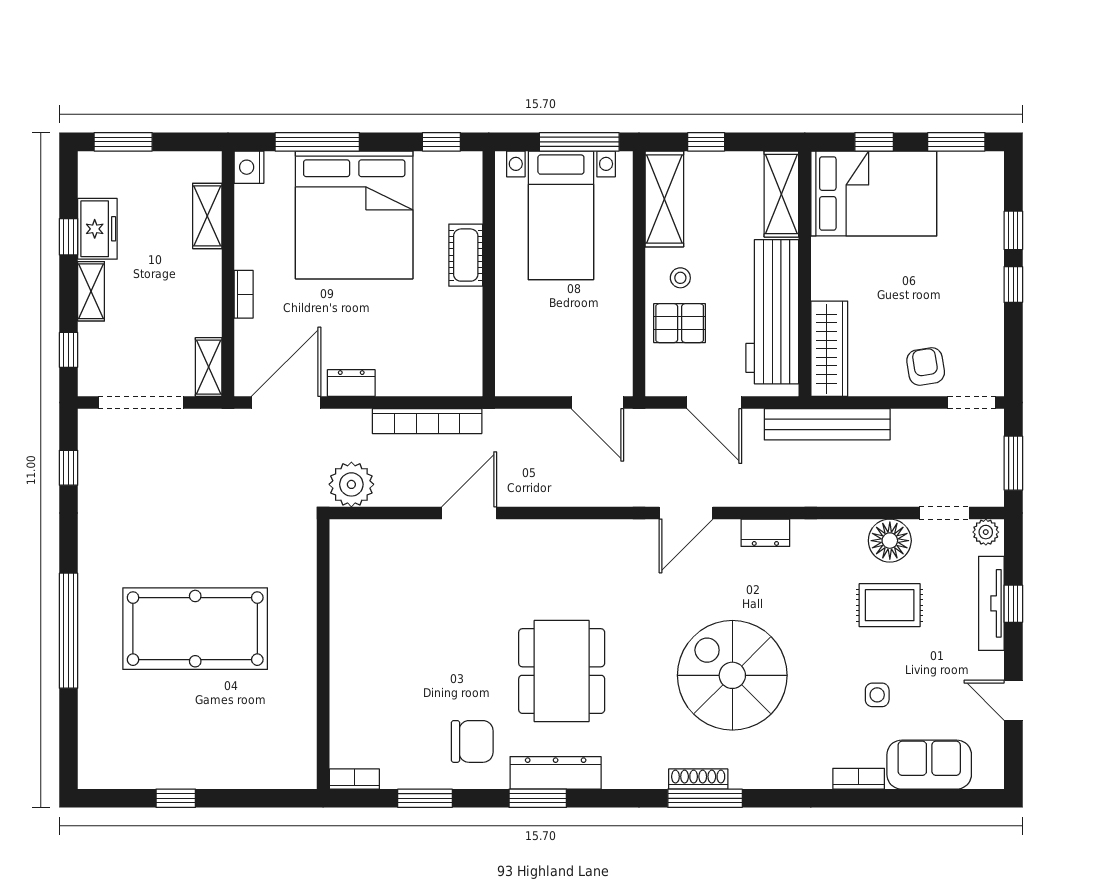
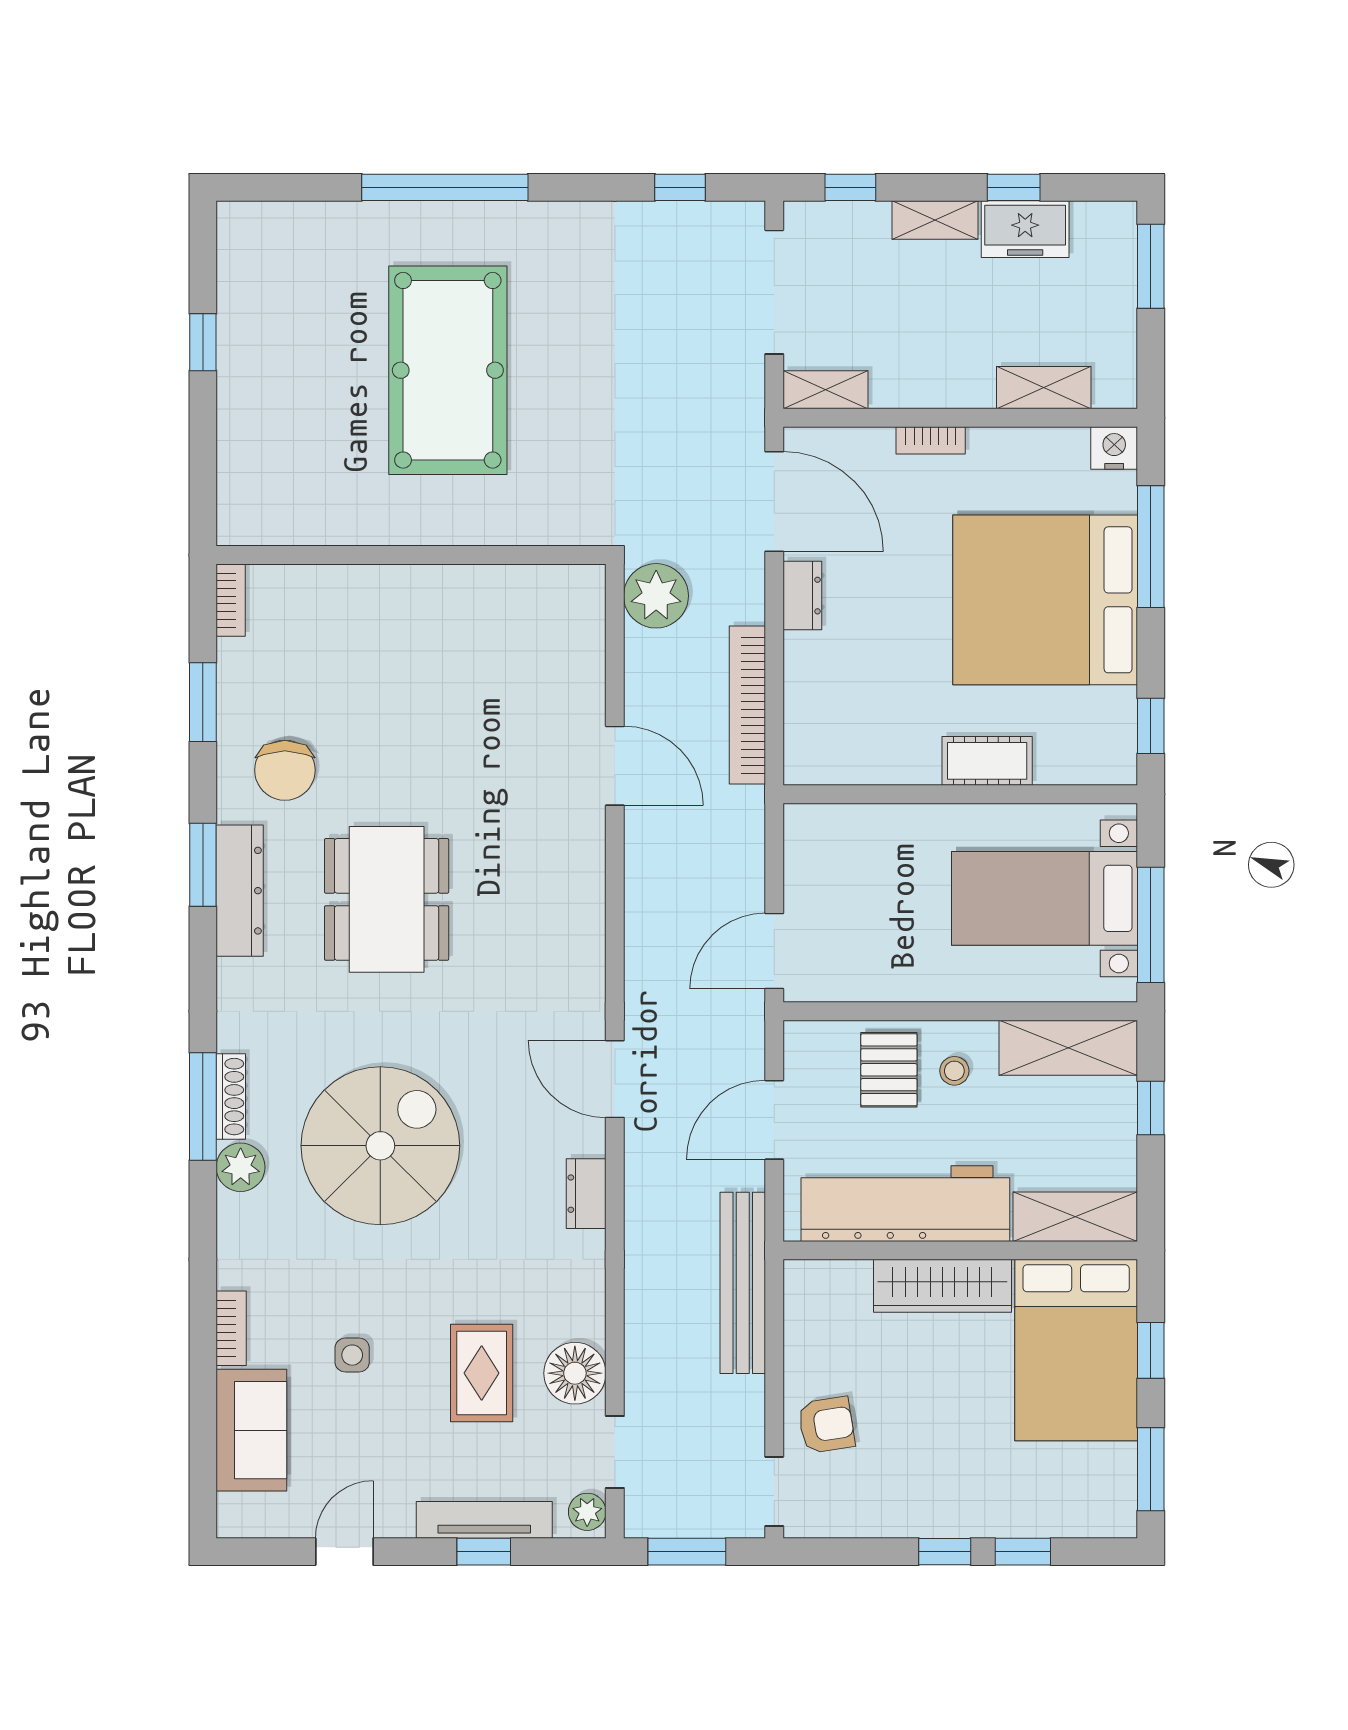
wardrobe: (829, 349) -> (942, 1286), moved
dining table: (562, 671) -> (387, 899), turned 90
plant: (747, 772) -> (241, 1167), added

